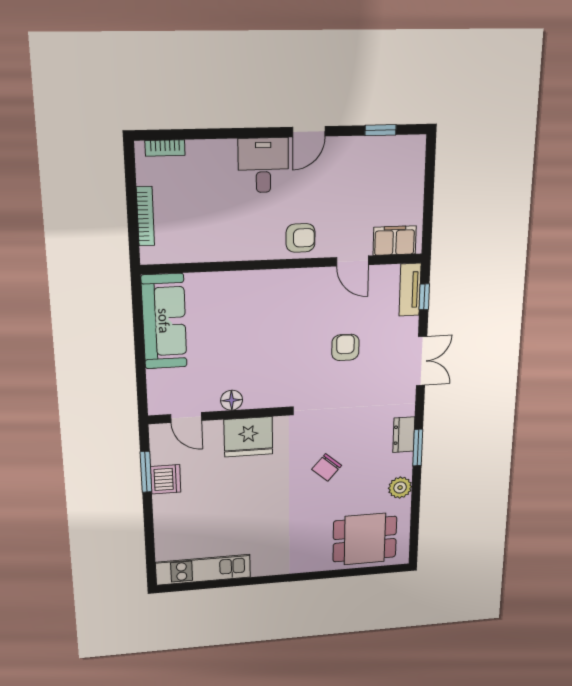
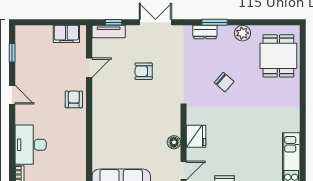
desk: (263, 165) -> (31, 145), moved, width x1.37
filing cabinet: (395, 241) -> (66, 34), moved, turned -90
fridge: (248, 437) -> (196, 136), width x0.73, depth x0.75

